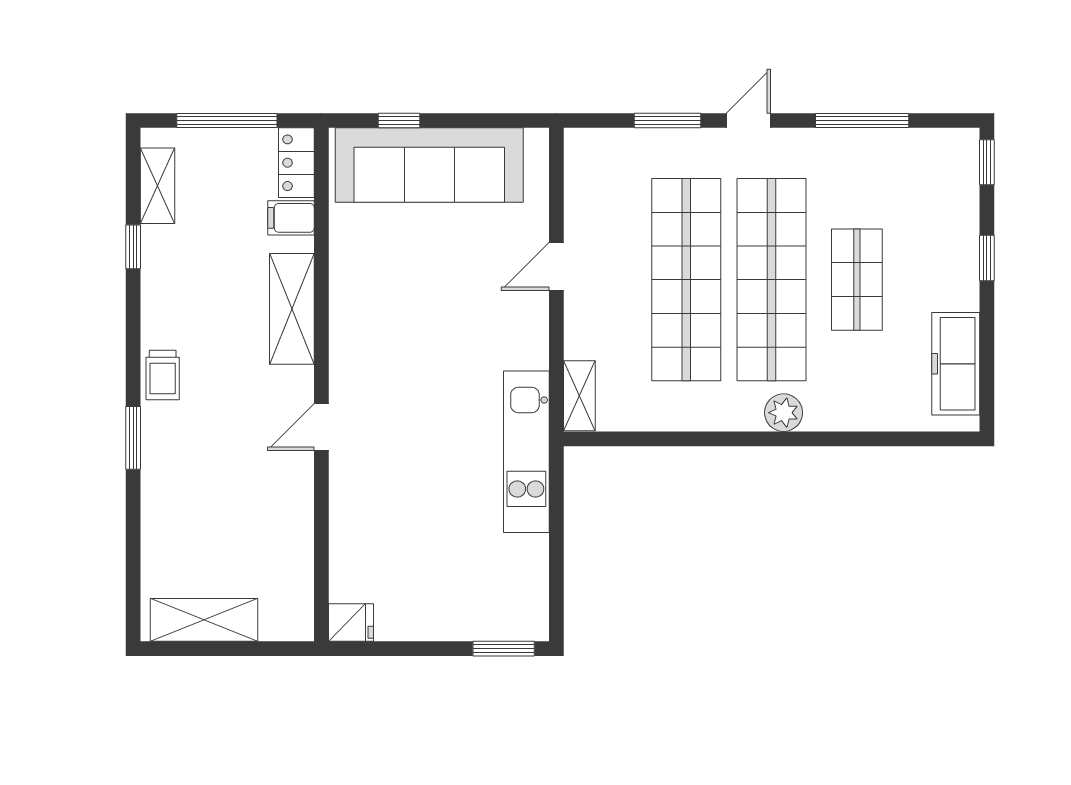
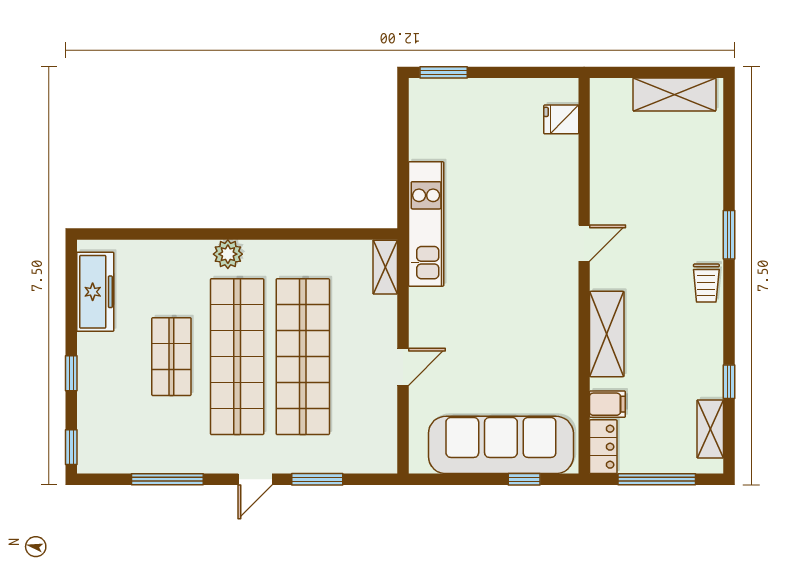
trolley: (163, 375) -> (706, 283), turned 180
fridge: (351, 622) -> (561, 119), moved

